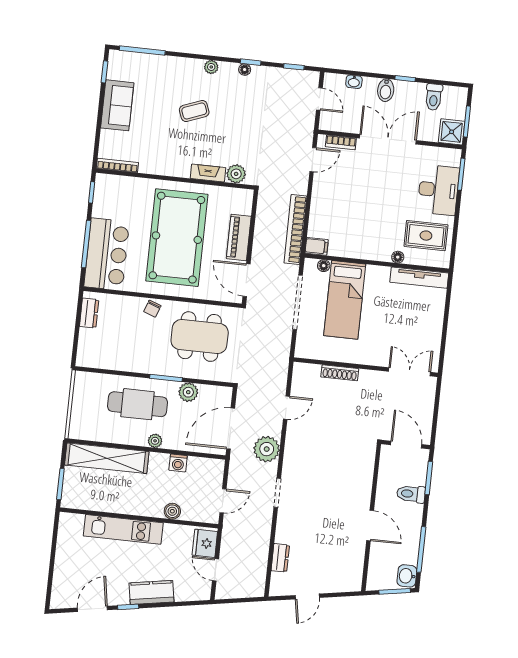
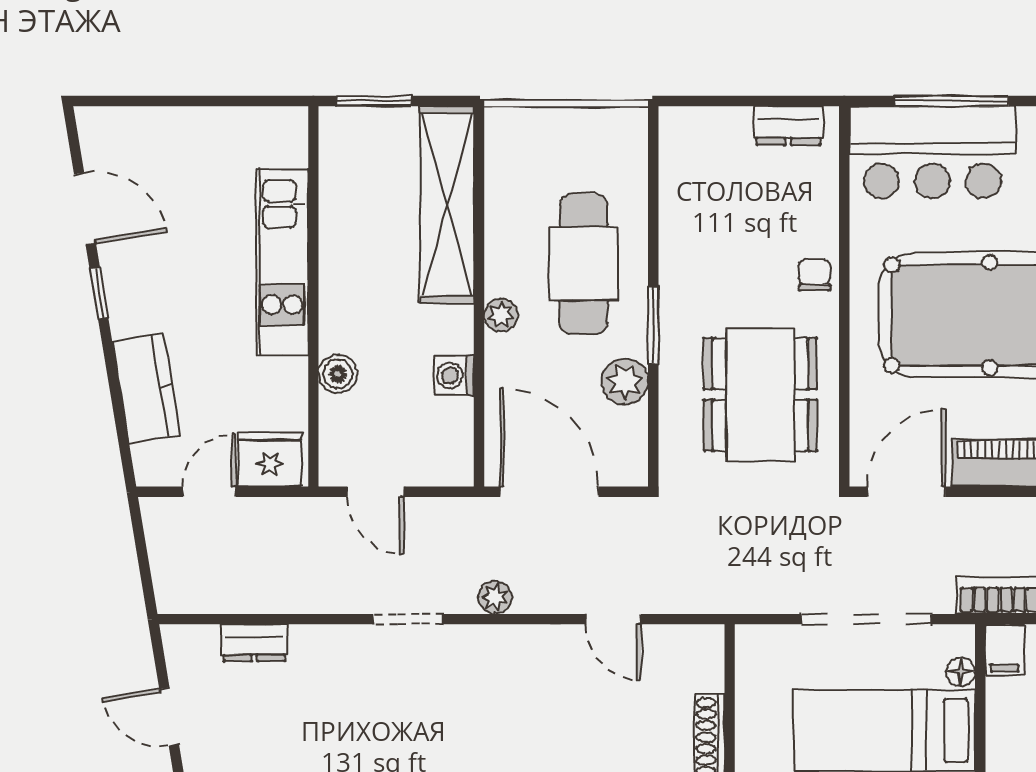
chair: (152, 309) -> (815, 275), turned 70
plant: (267, 449) -> (495, 597), width x0.53, depth x0.53
kitchen counter: (152, 592) -> (146, 389), moved

